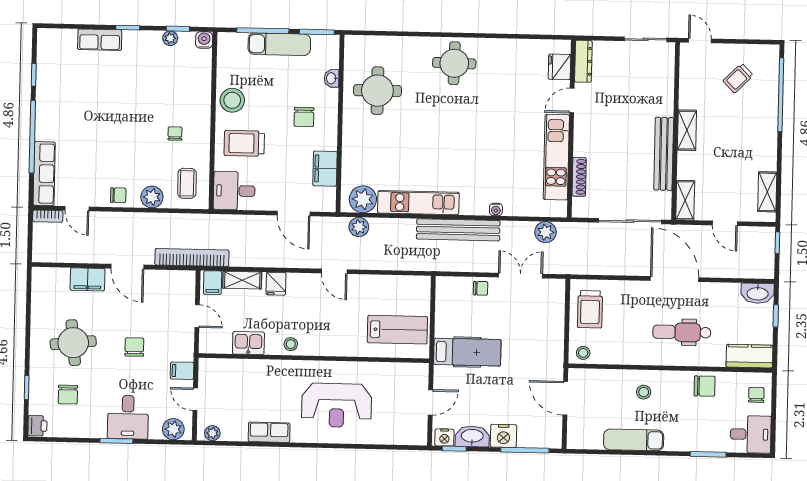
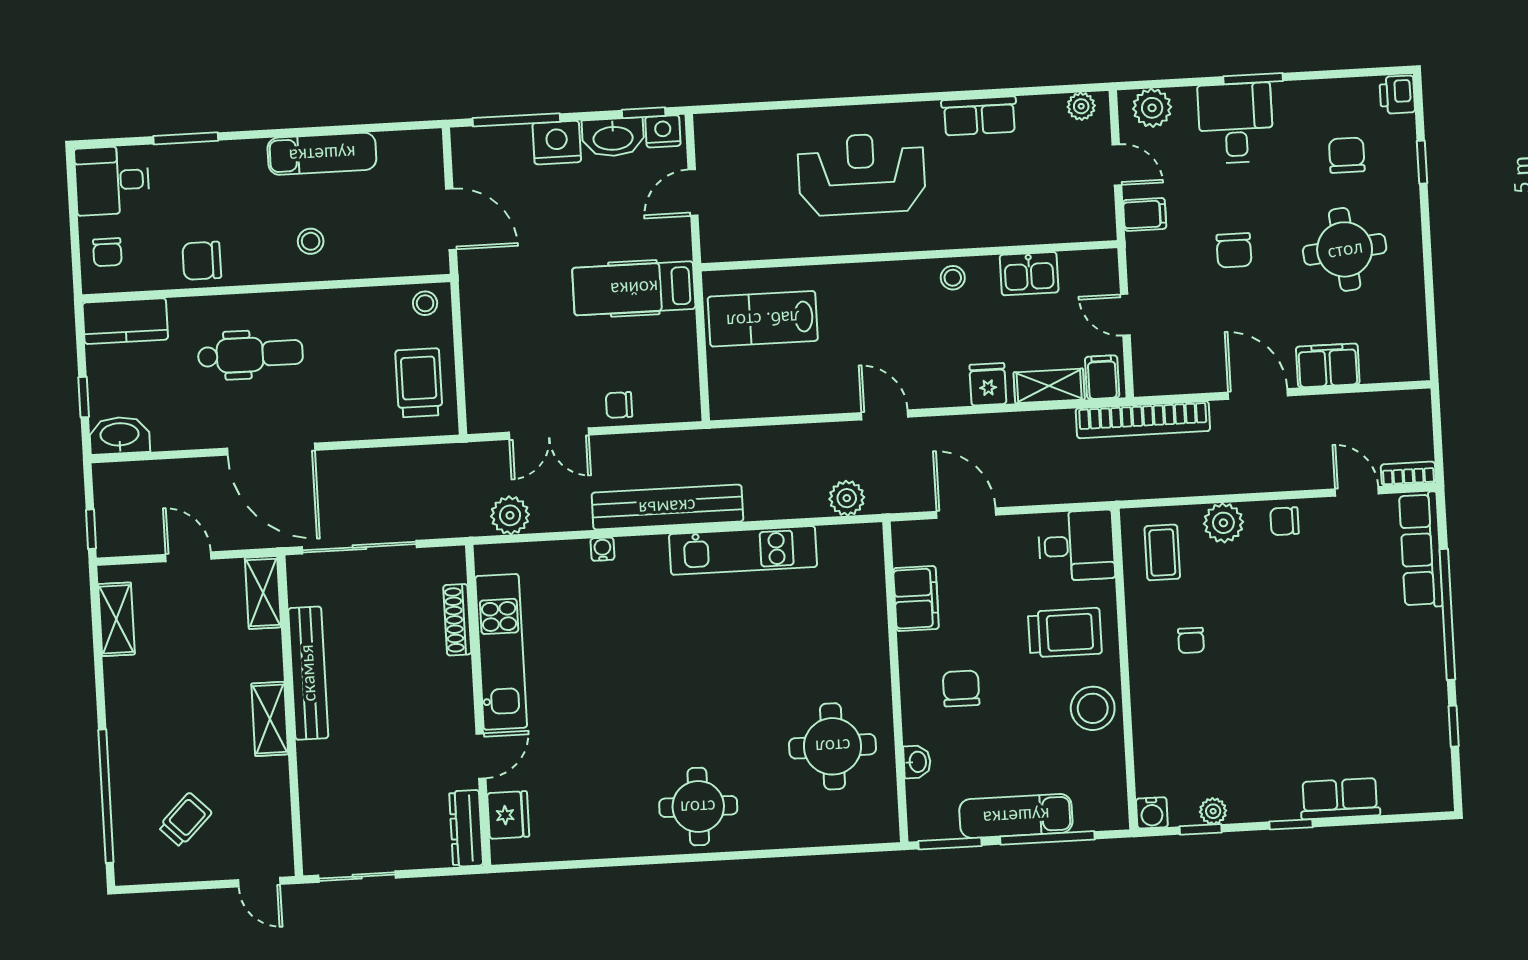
plant: (363, 199) -> (843, 549), removed

